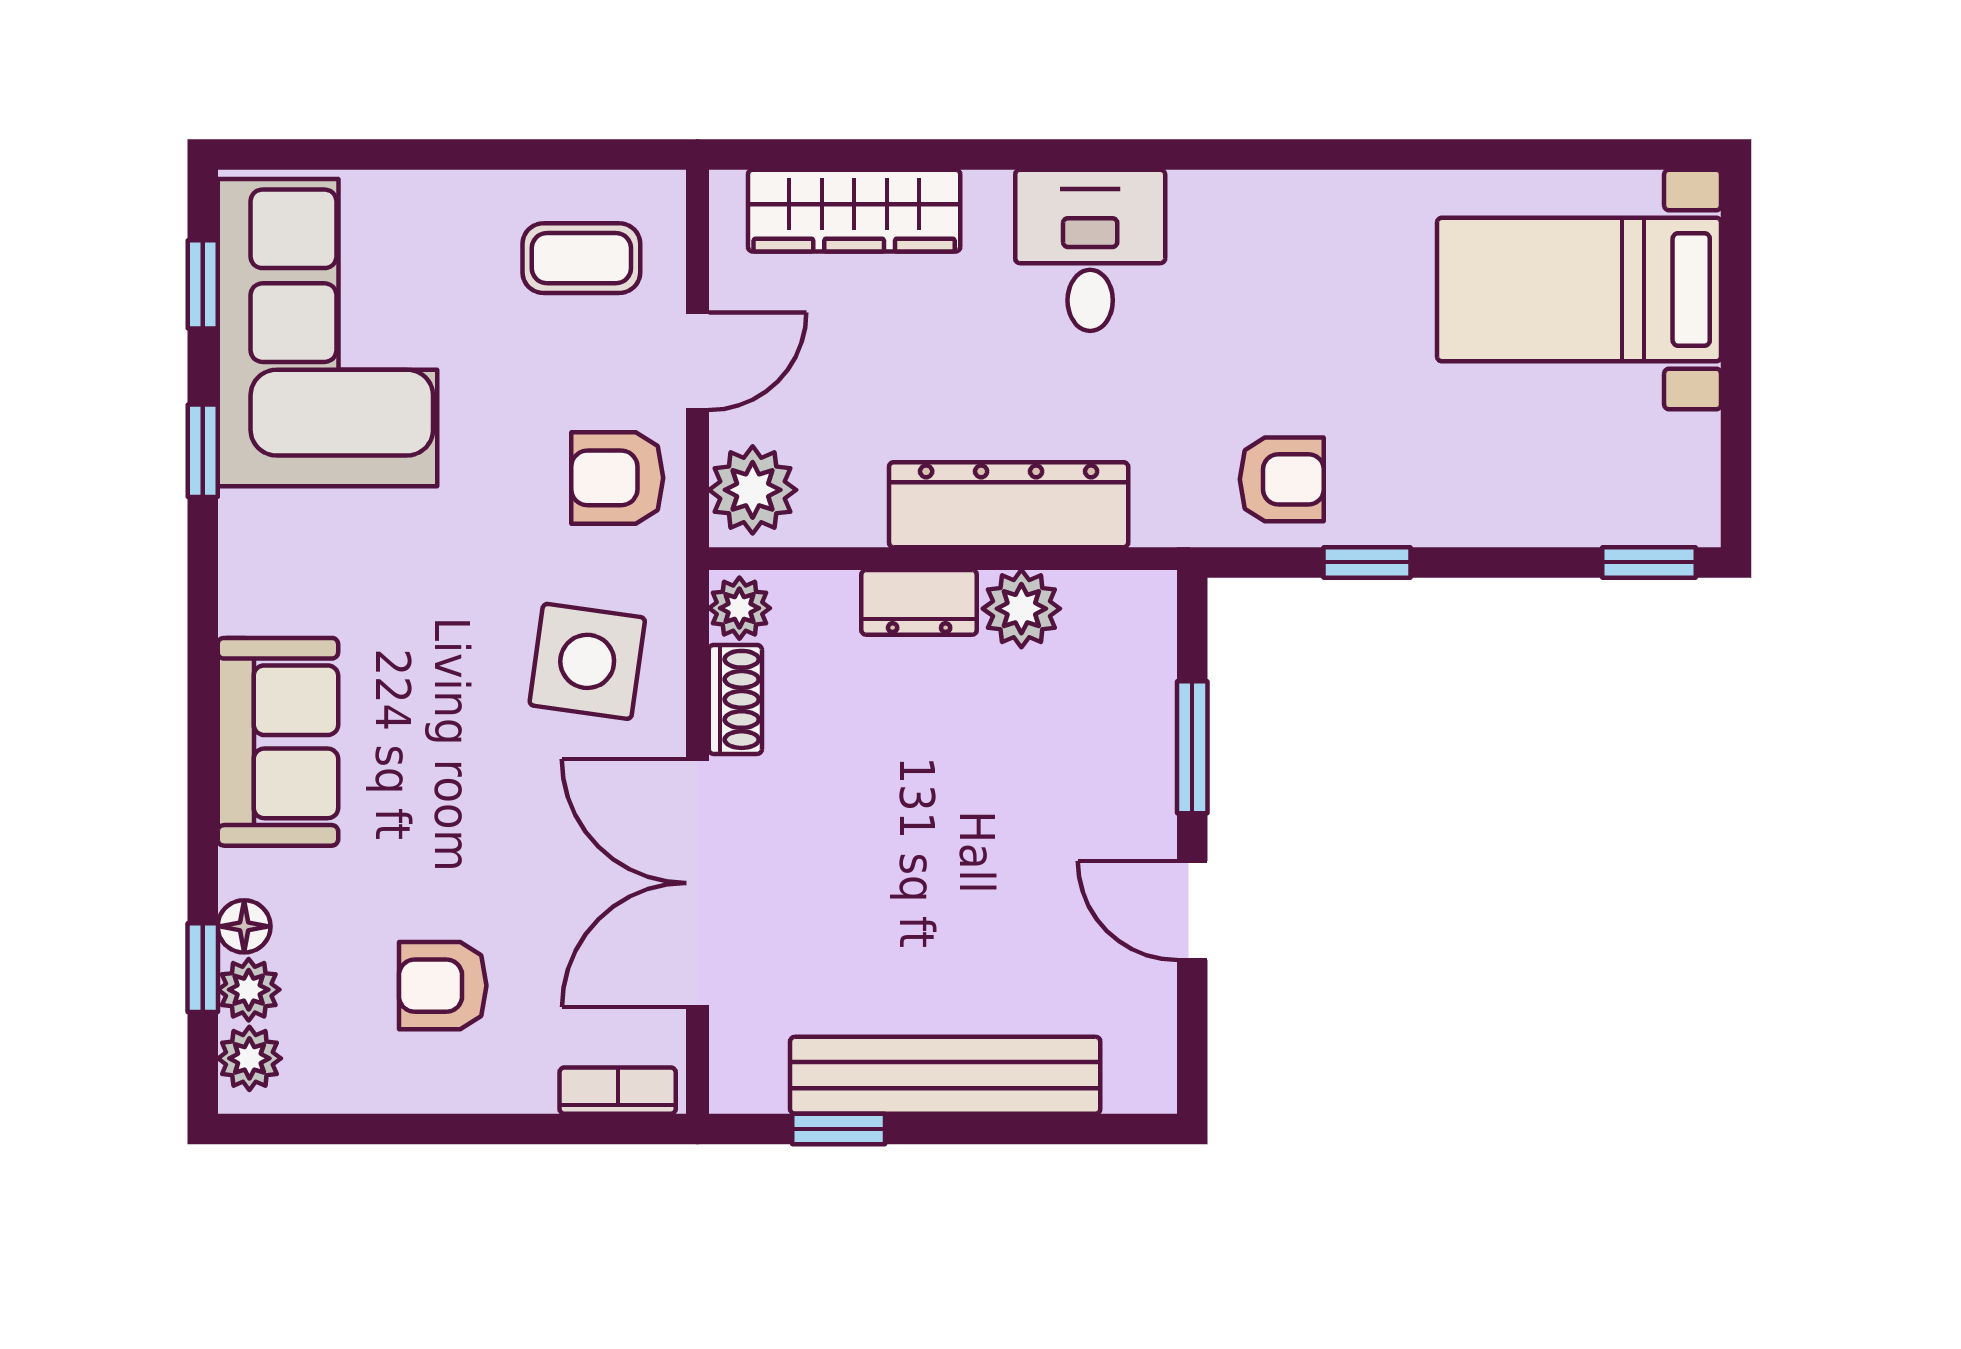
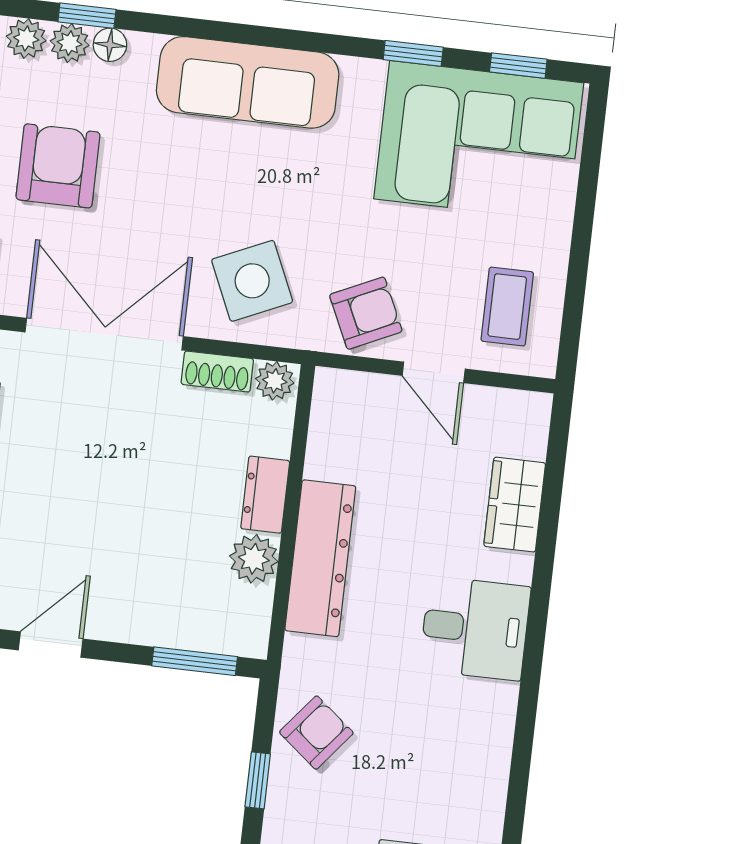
wardrobe: (854, 211) -> (515, 505), width x0.67
armchair: (617, 478) -> (366, 313), turned 65
armchair: (1282, 479) -> (316, 733), turned -141
plant: (753, 490) -> (348, 398), removed
side table: (587, 661) -> (252, 281), turned -32
sofa: (278, 742) -> (248, 82), width x1.36
window: (1192, 747) -> (195, 661), moved
armchair: (443, 986) -> (58, 166), width x1.38, depth x1.38

